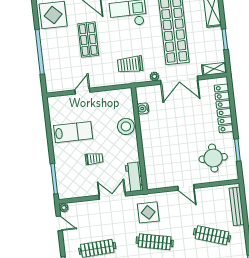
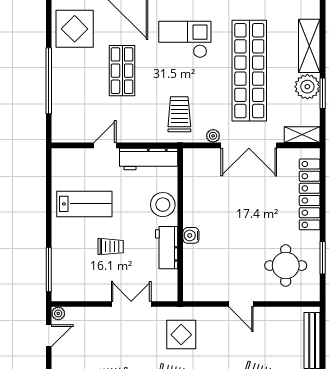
plant: (214, 36) -> (307, 87), added
trolley: (130, 64) -> (179, 114), turned 90
workbench: (113, 97) -> (149, 159), added
water cooler: (143, 108) -> (191, 235), moved
workbench: (134, 177) -> (167, 248), moved
door: (59, 223) -> (49, 336), hinge flipped

